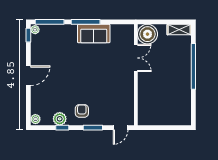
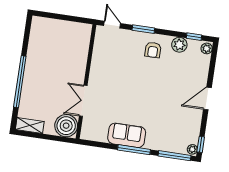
window: (62, 128) -> (194, 37), moved
door: (121, 128) -> (112, 25), hinge flipped

